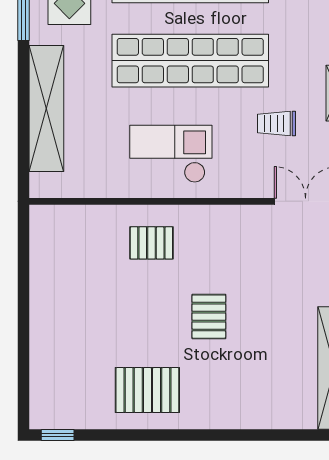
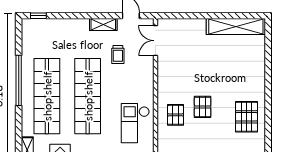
checkout: (171, 154) -> (135, 123), moved
pallet: (209, 317) -> (203, 107), moved, turned 90

